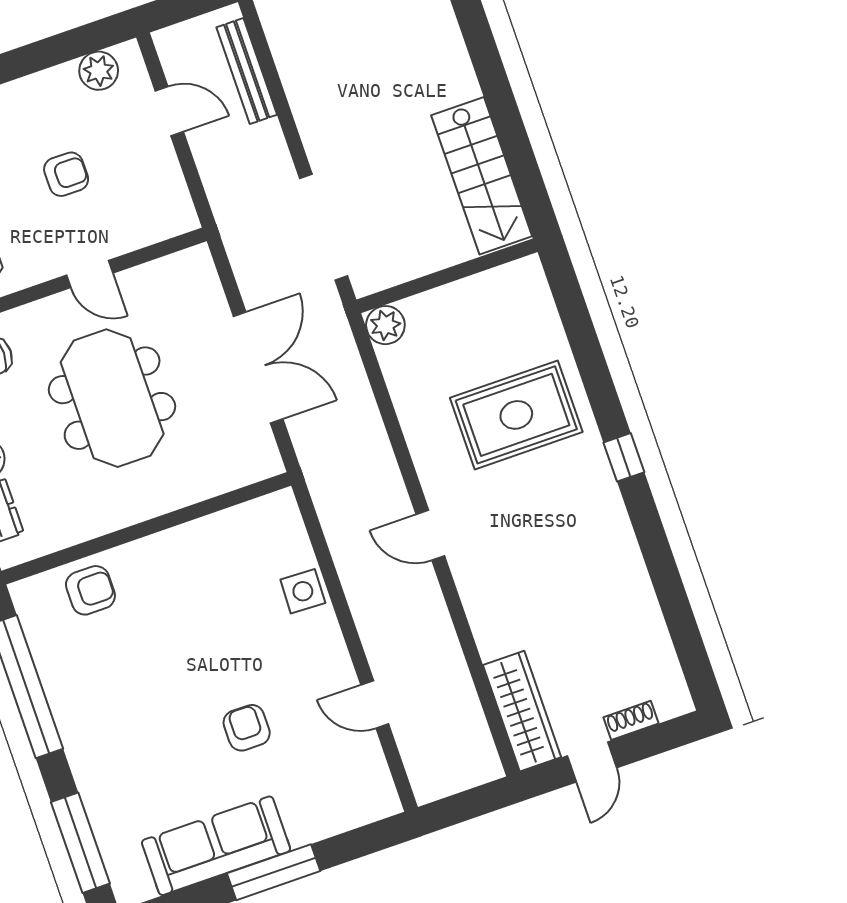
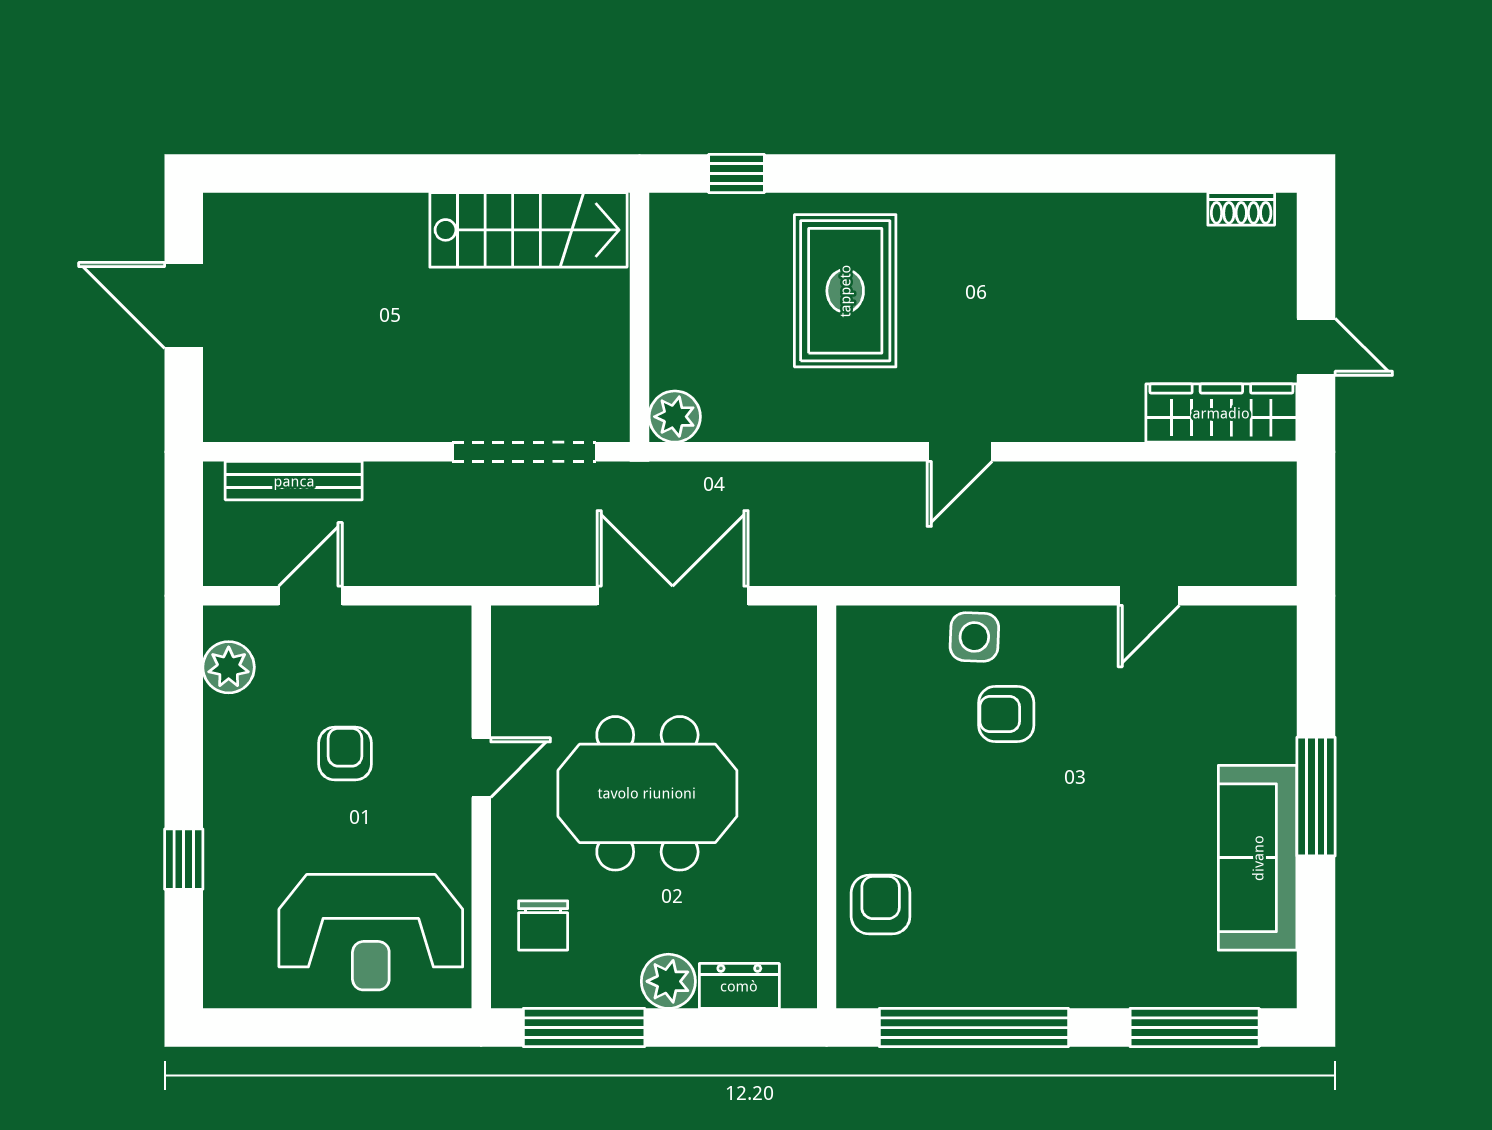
window: (624, 457) -> (736, 174), moved
shoe rack: (631, 720) -> (1241, 209), moved, turned -90
armchair: (247, 728) -> (1006, 714), moved

